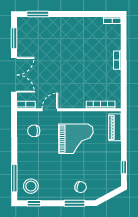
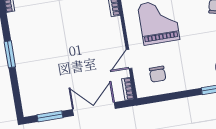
window: (38, 14) -> (10, 54), moved
door: (50, 110) -> (129, 59), hinge flipped

